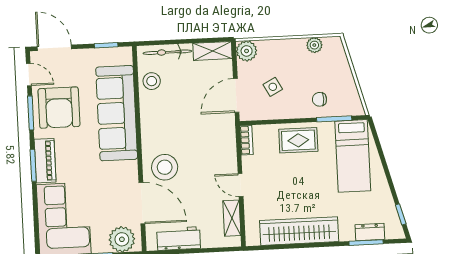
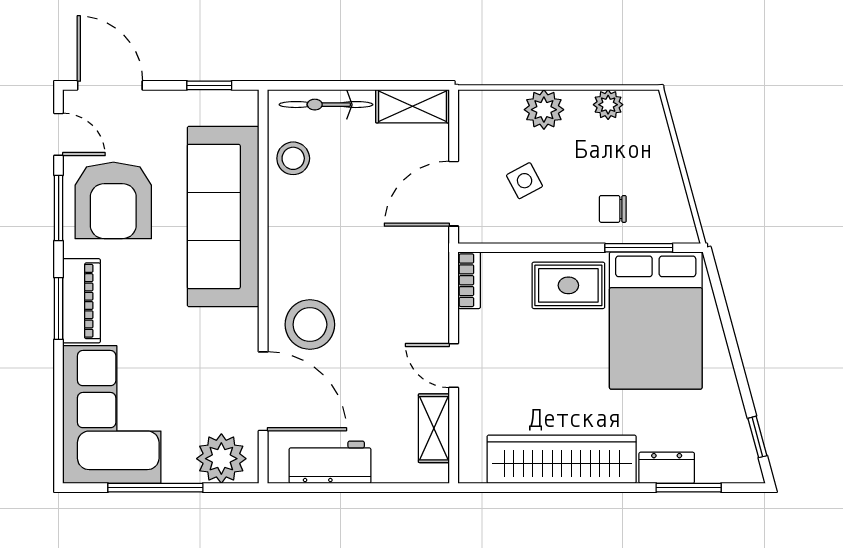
plant: (247, 51) -> (544, 110), moved
bed: (353, 156) -> (656, 321), width x1.50
dresser: (370, 232) -> (667, 468), moved

